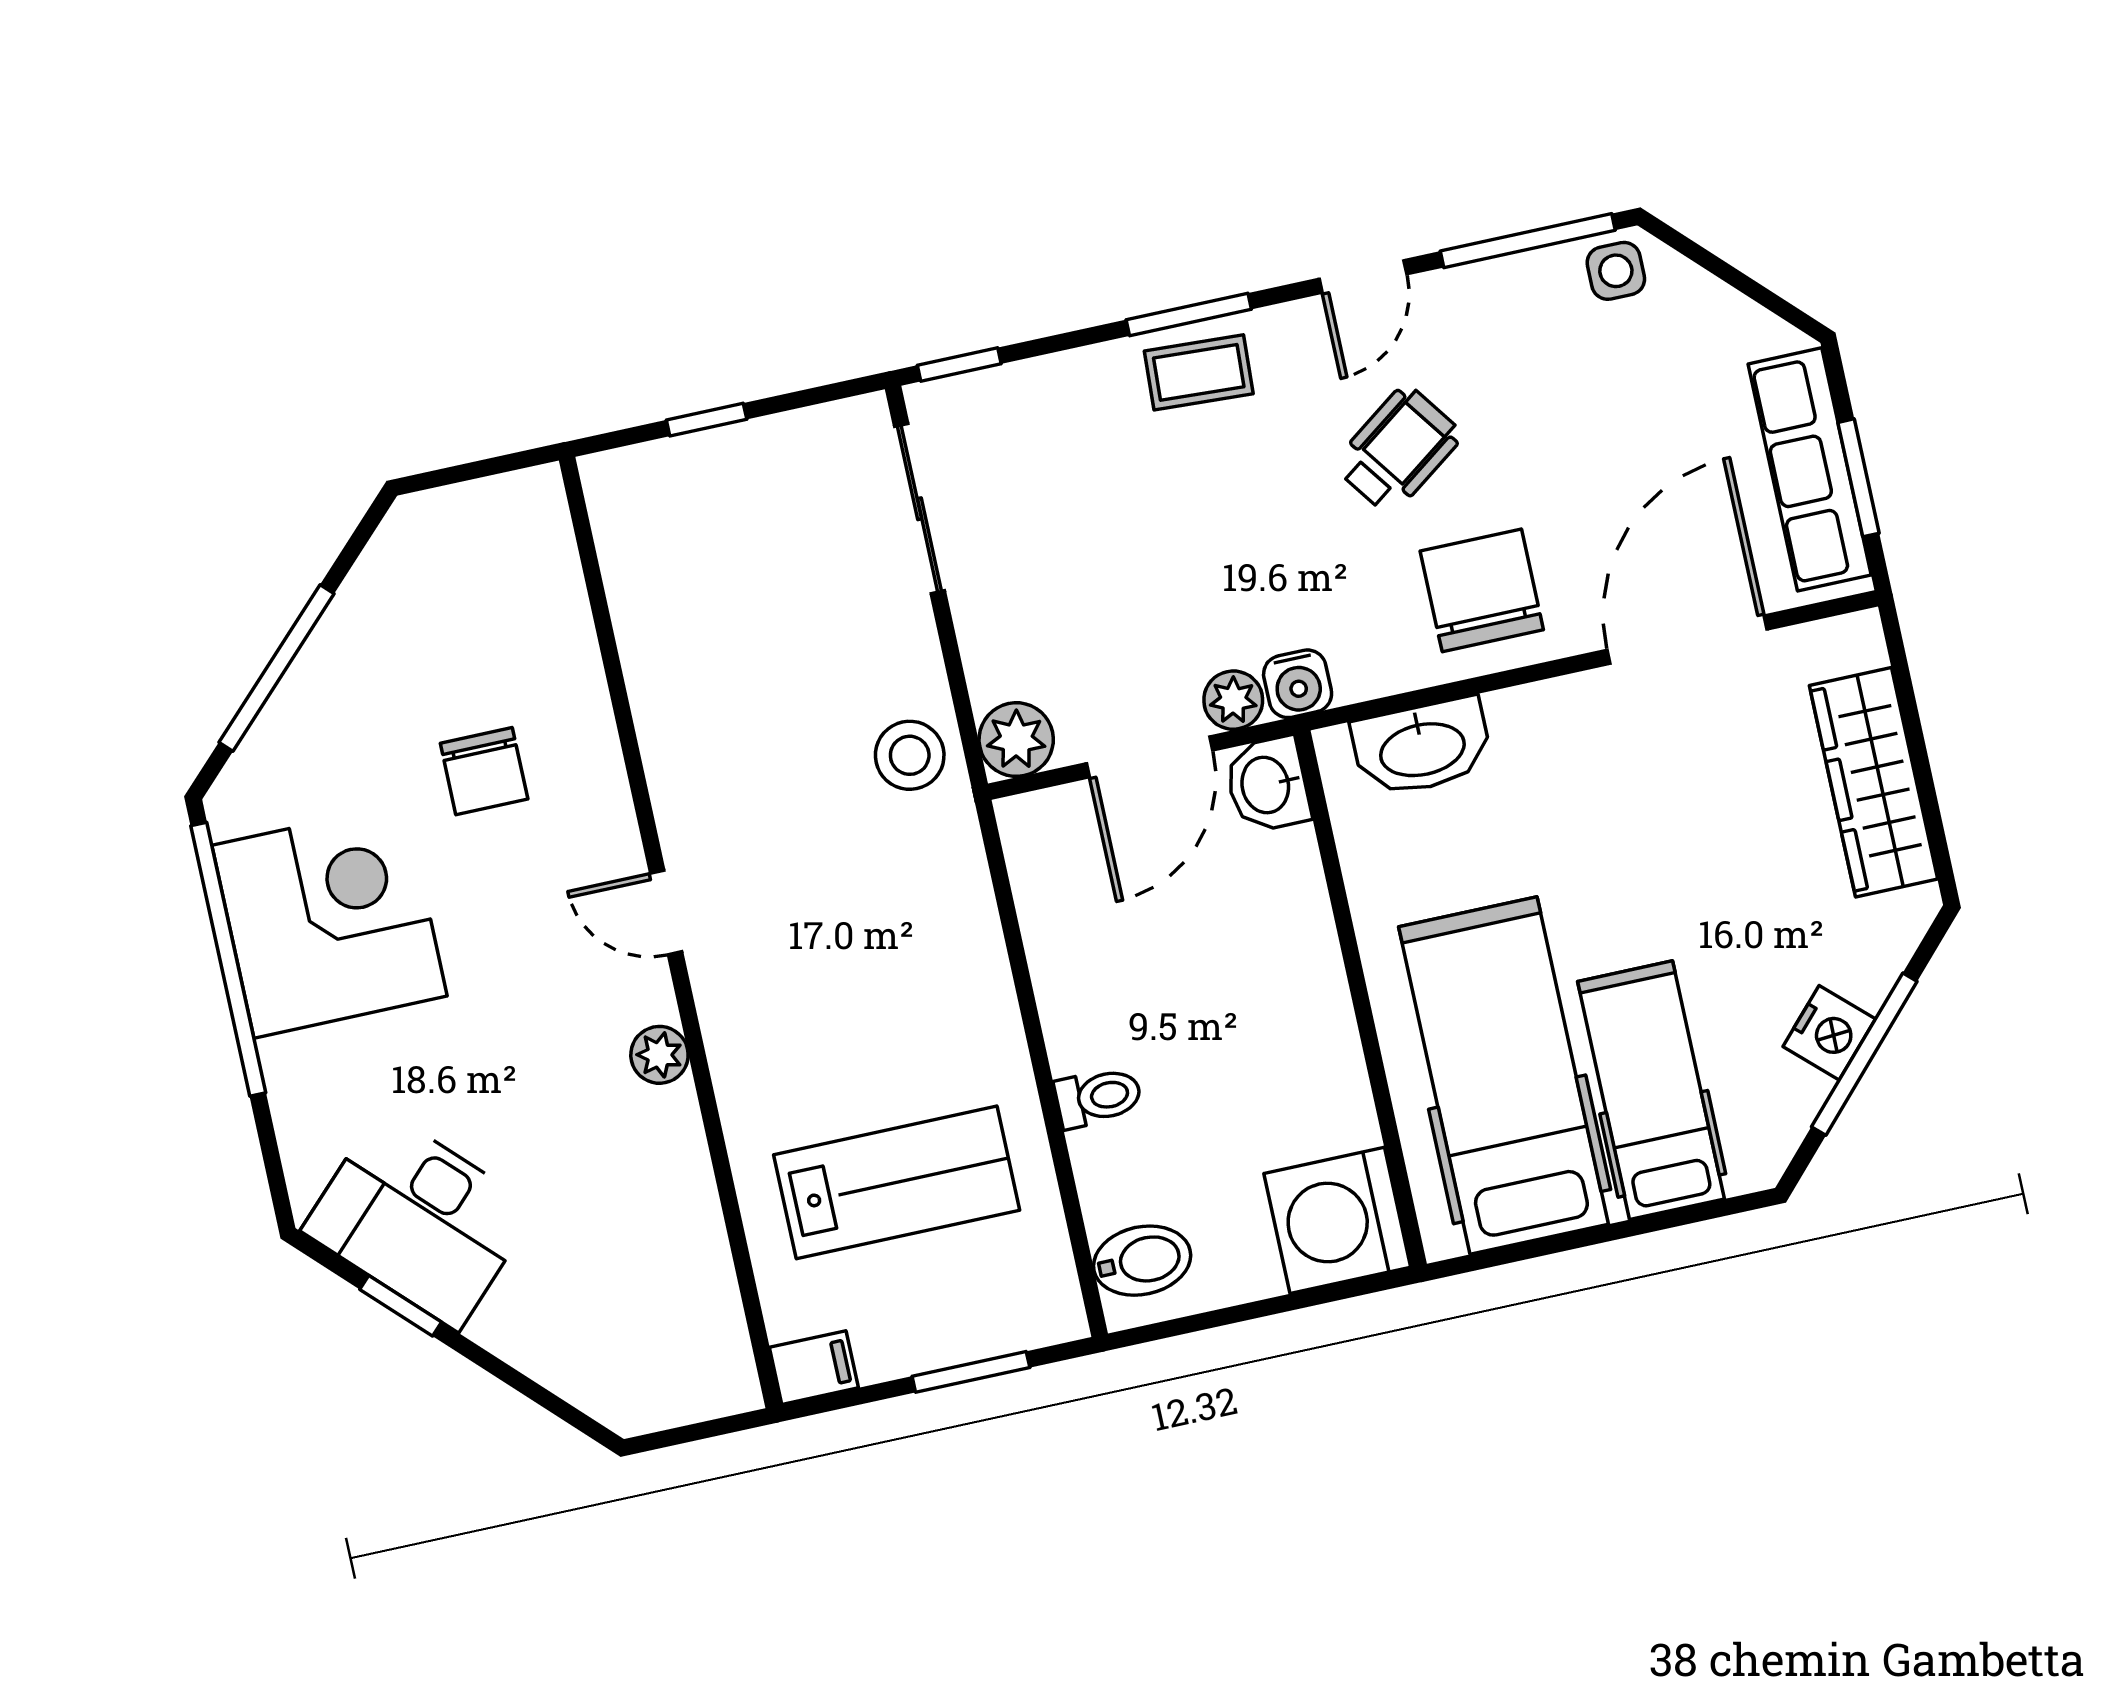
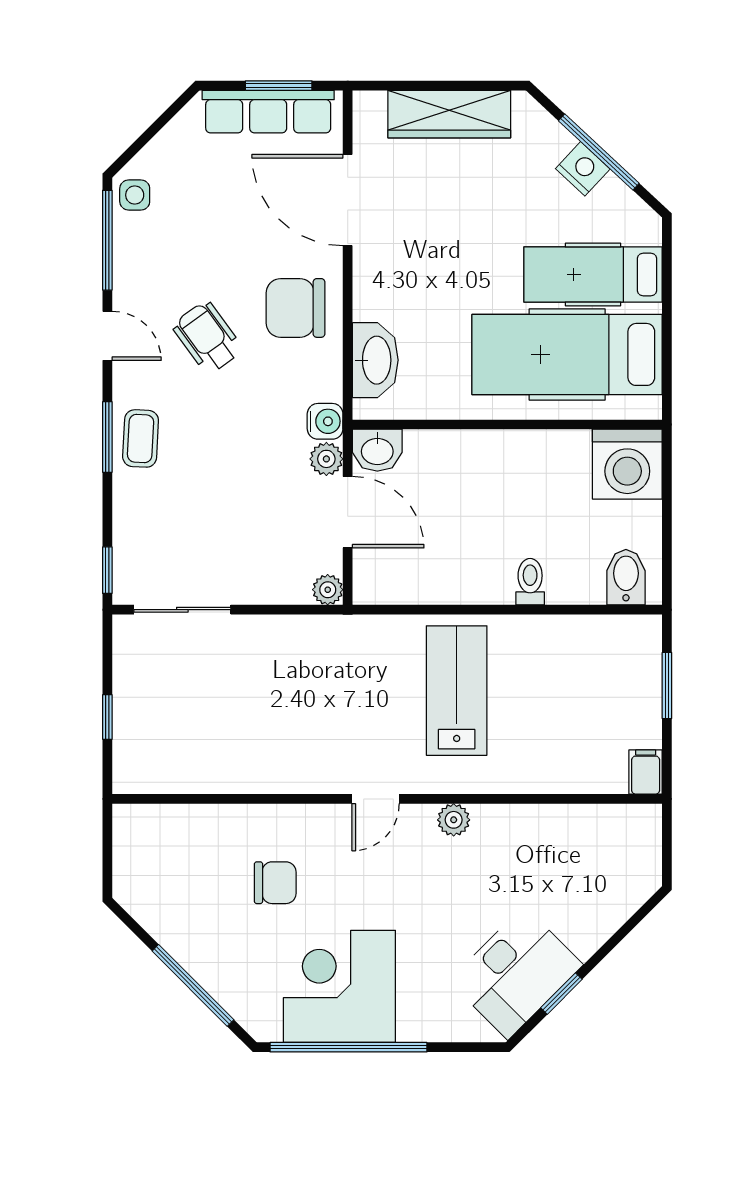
plant: (1016, 740) -> (328, 590), width x0.73, depth x0.73
stool: (910, 755) -> (318, 645), removed
lab bench: (897, 1182) -> (457, 691), moved

